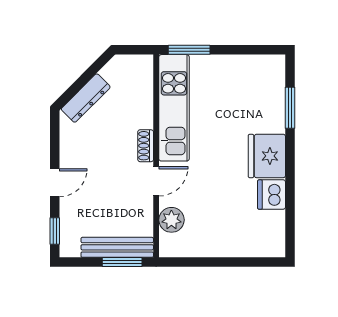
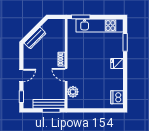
kitchen unit: (174, 108) -> (100, 26), moved, turned 90
fridge: (267, 156) -> (117, 64), width x0.53, depth x0.75
door: (156, 181) -> (66, 75), swing flipped
dishwasher: (272, 195) -> (117, 97), moved

